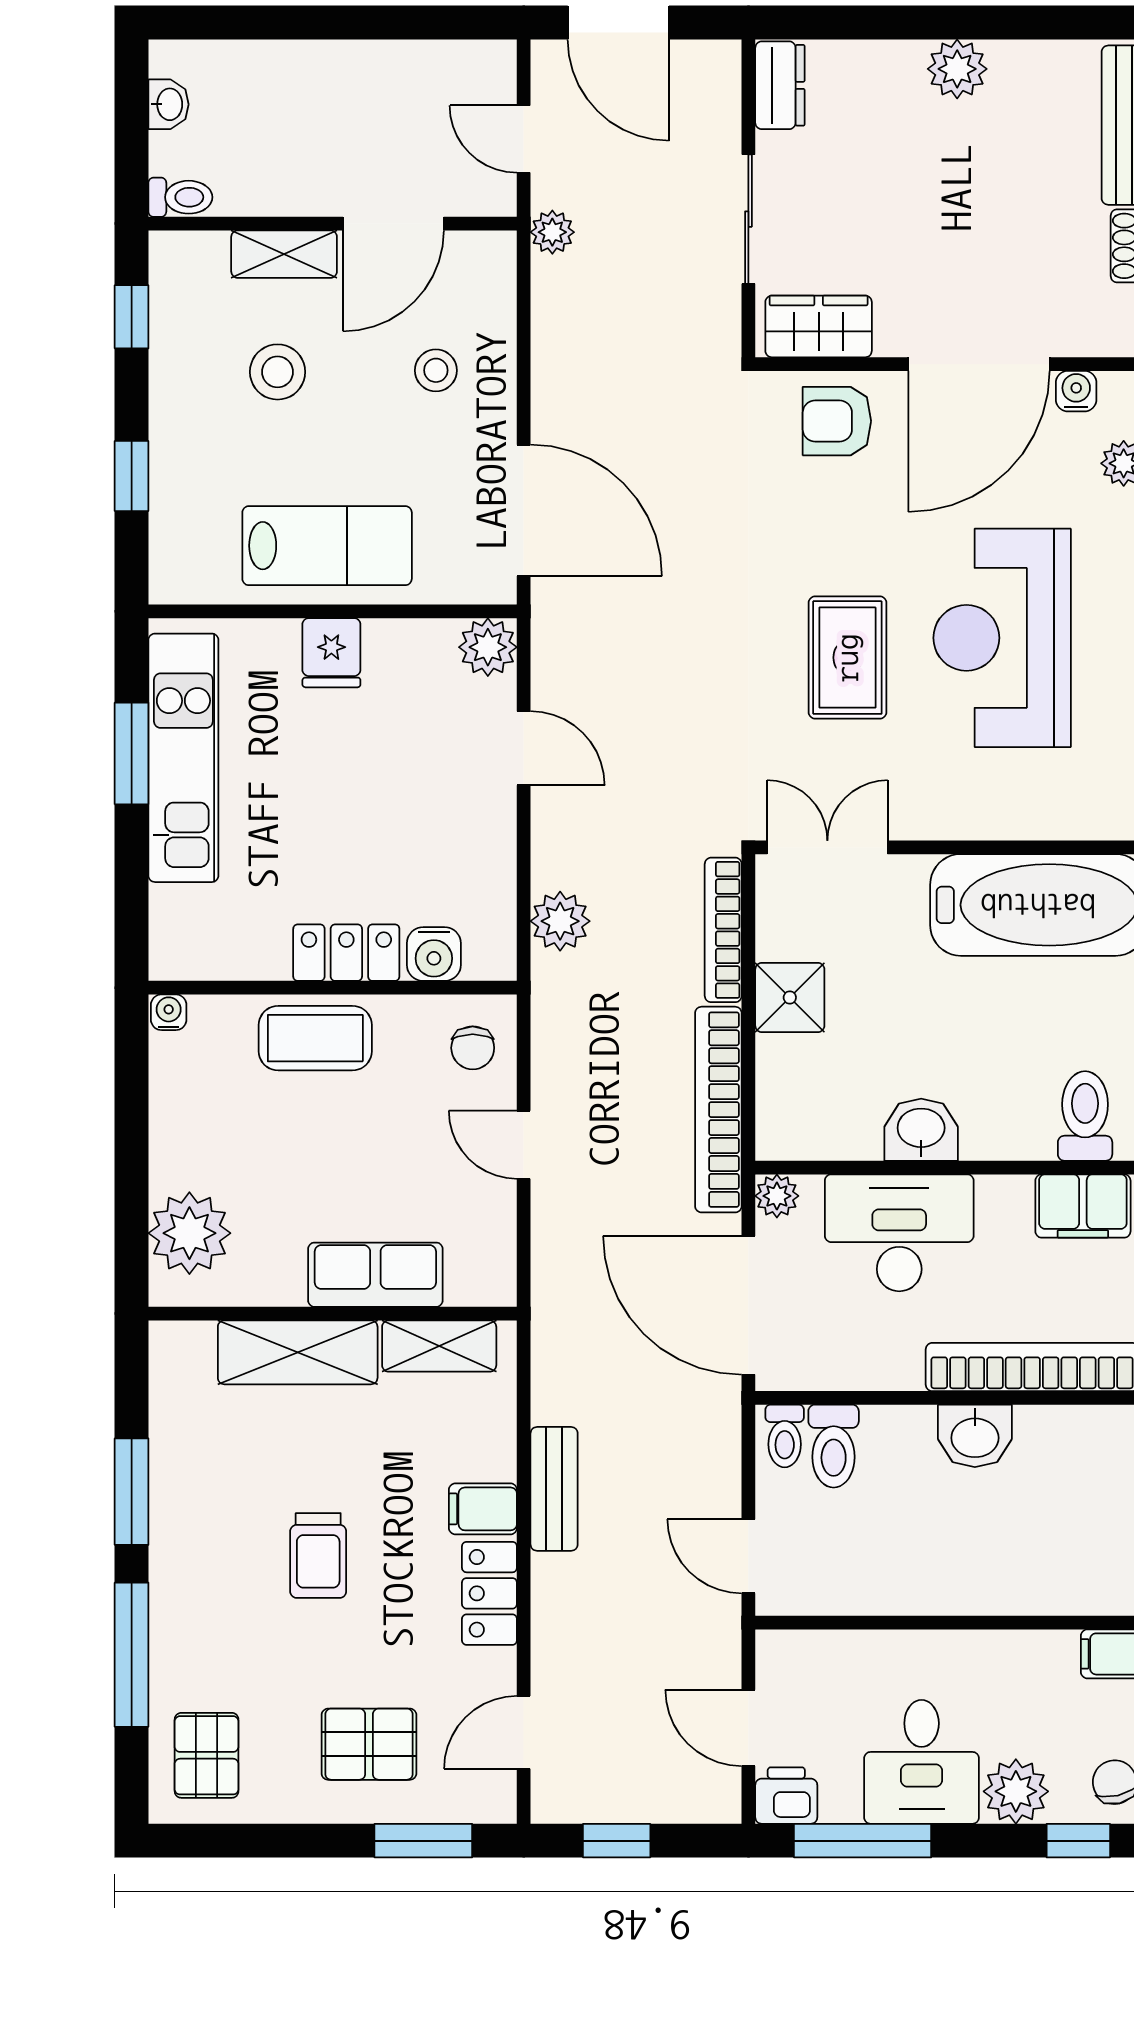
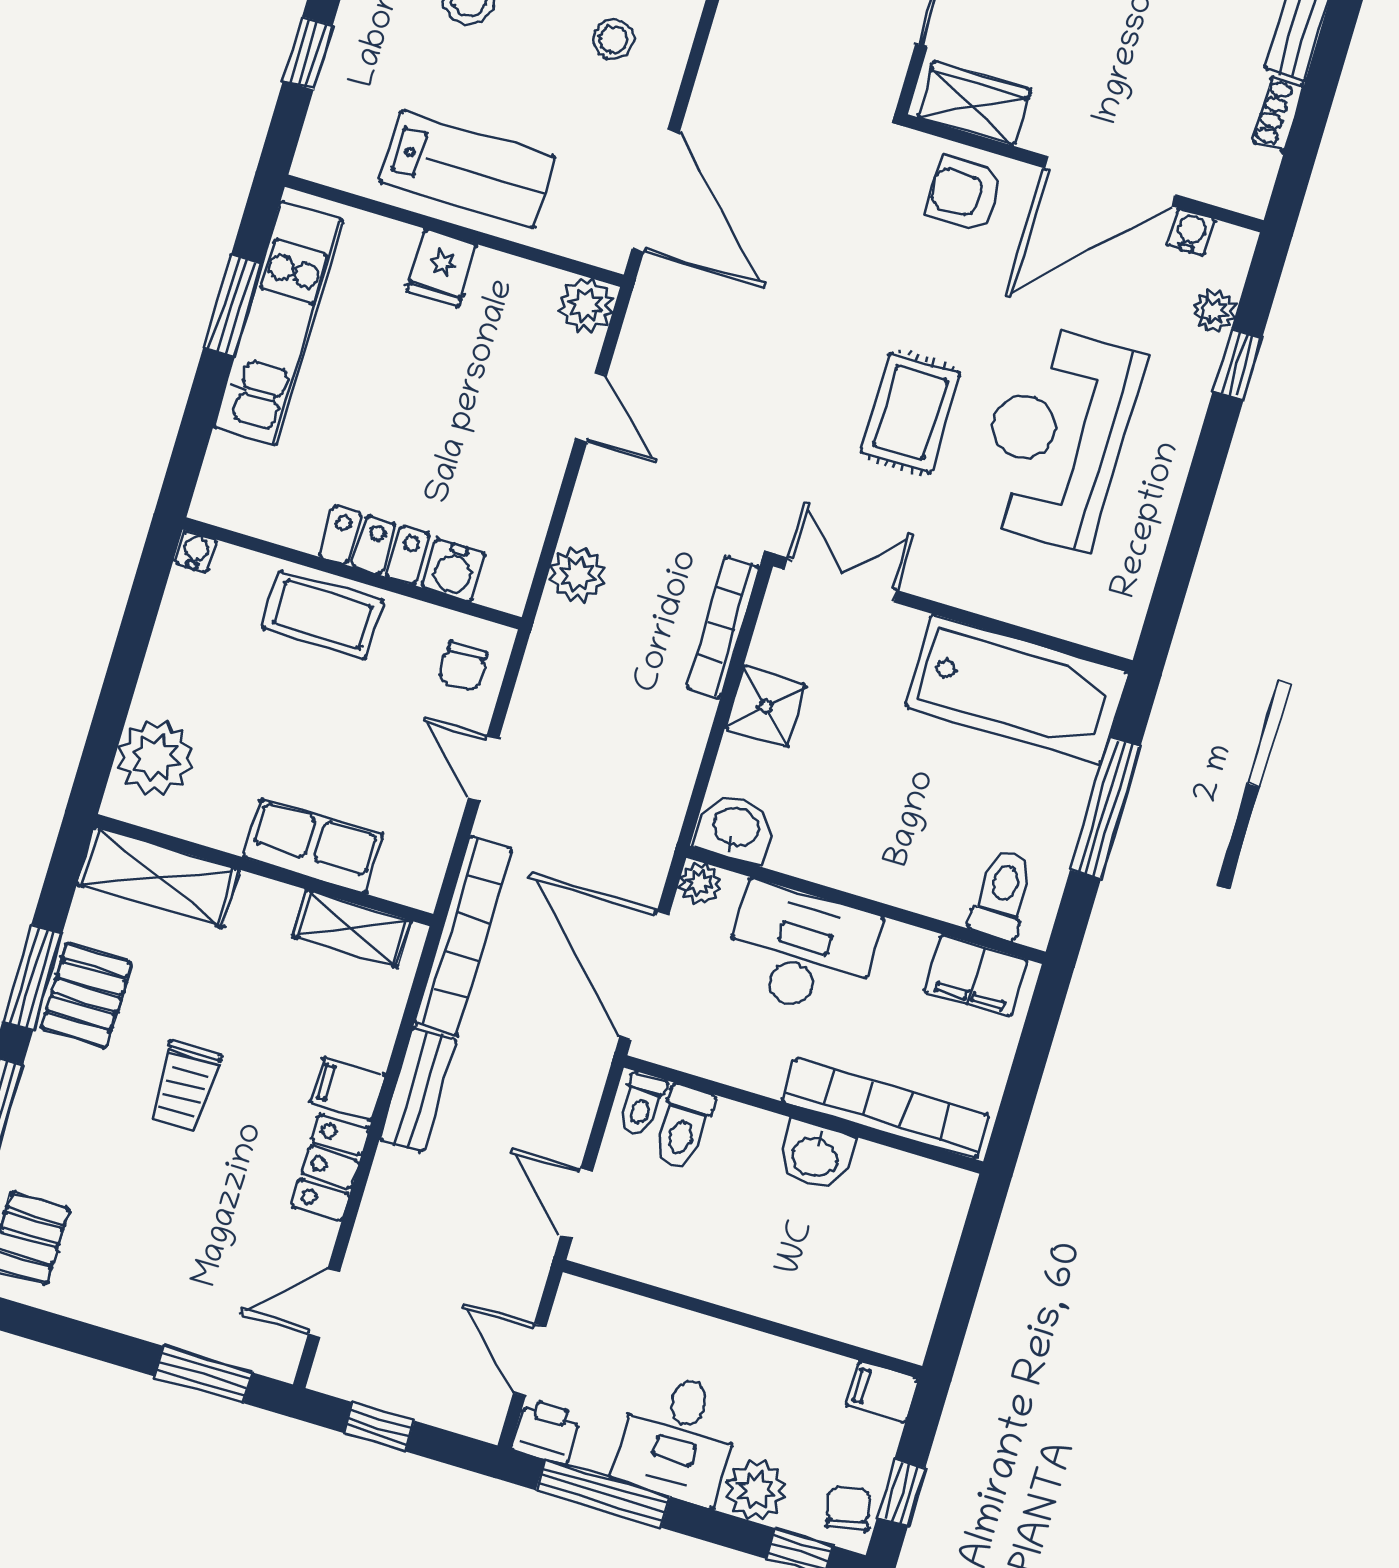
bookcase: (718, 1110) -> (463, 935), moved, turned 180
washbasin: (921, 1130) -> (735, 828), moved
shelving: (298, 1352) -> (158, 877), moved
pallet: (369, 1744) -> (86, 995), moved, turned 90

